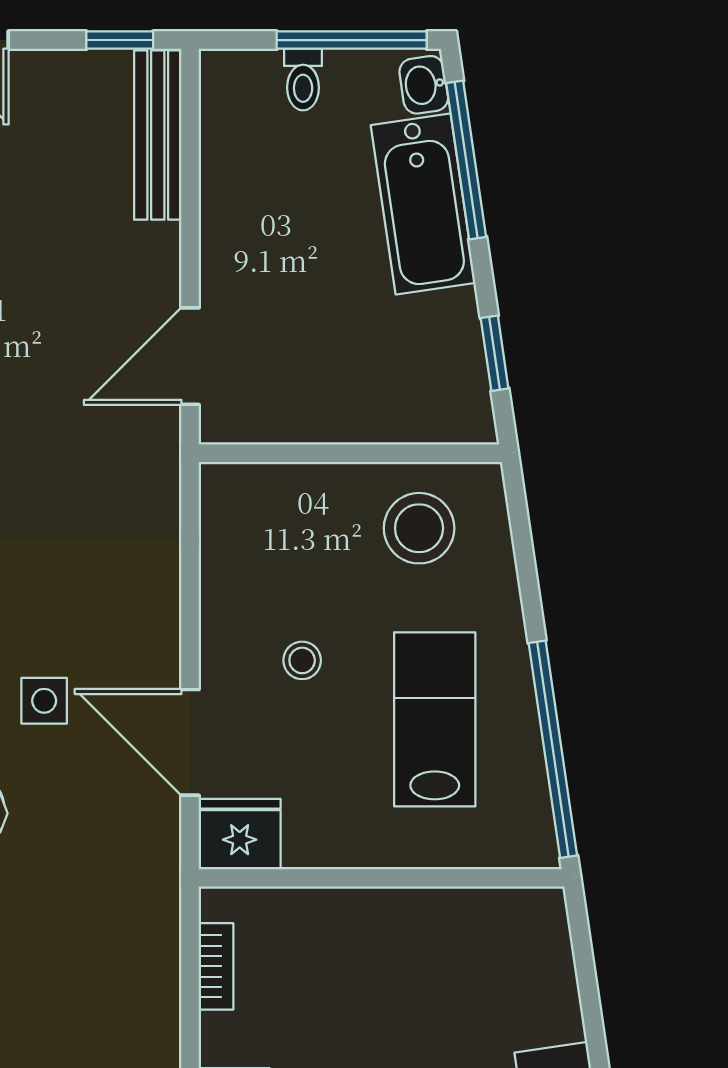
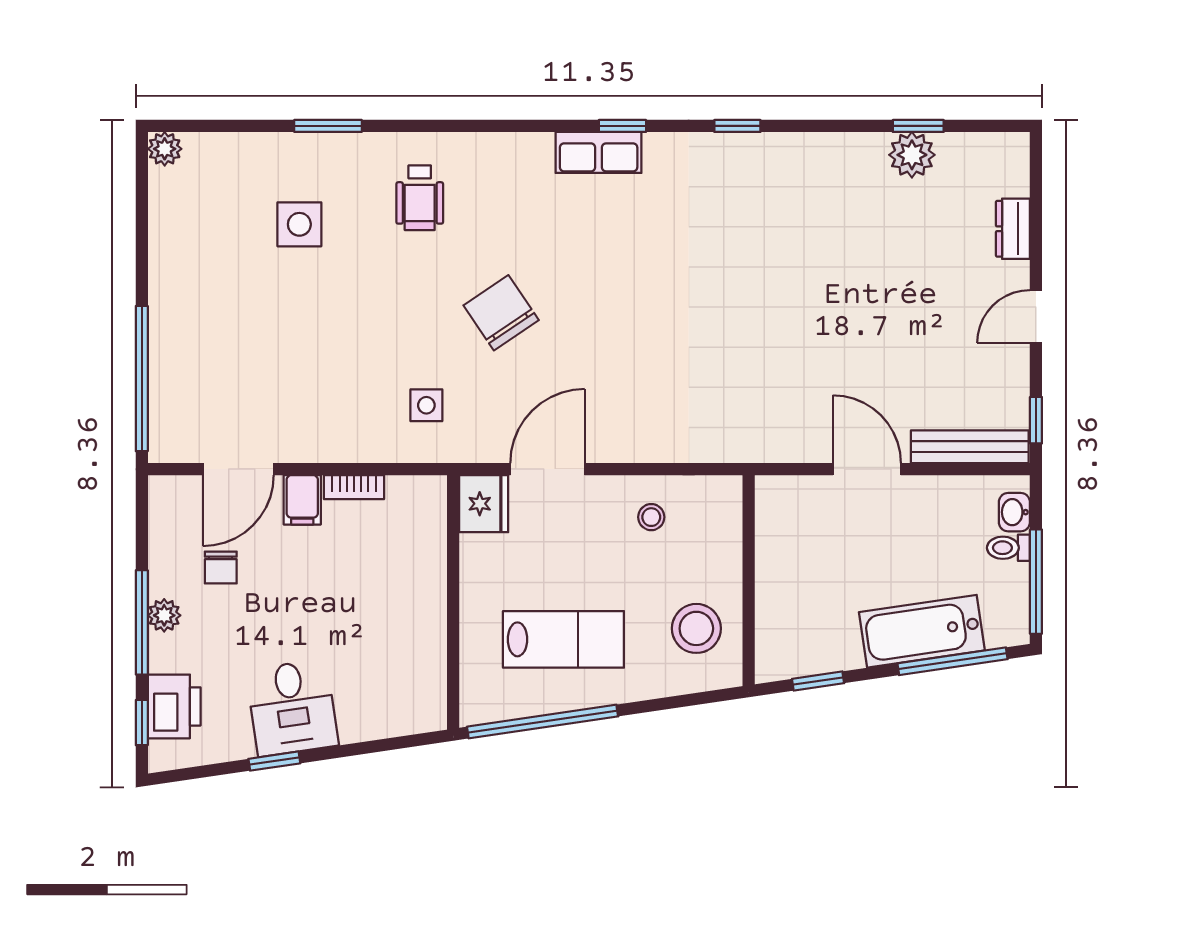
washbasin: (424, 85) -> (1014, 512), moved, turned -82
door: (190, 356) -> (867, 469), moved
stool: (302, 660) -> (651, 517), moved
side table: (44, 701) -> (426, 405), moved
bookcase: (216, 966) -> (354, 487), moved

